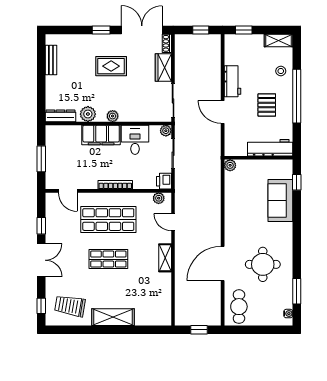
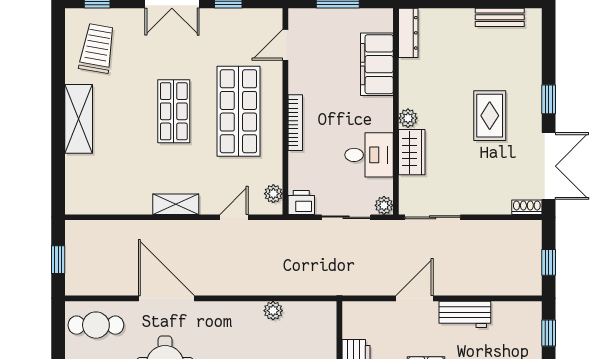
wardrobe: (163, 68) -> (412, 152), moved, turned 90
plant: (88, 114) -> (411, 78), removed
filing cabinet: (101, 135) -> (377, 64), moved
plant: (230, 165) -> (273, 311), moved

